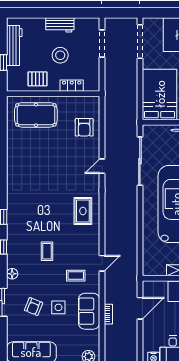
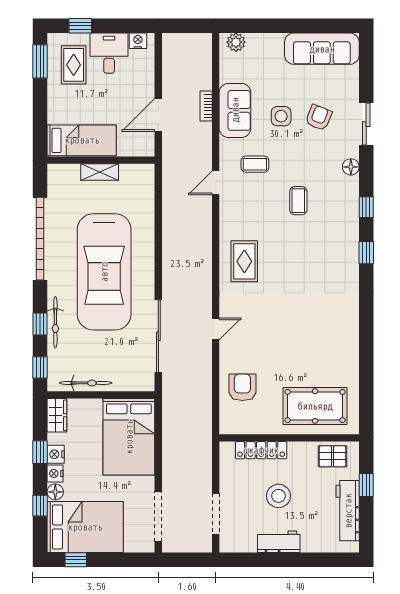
pallet: (37, 79) -> (332, 456), moved
locker: (72, 86) -> (261, 450), width x1.53

